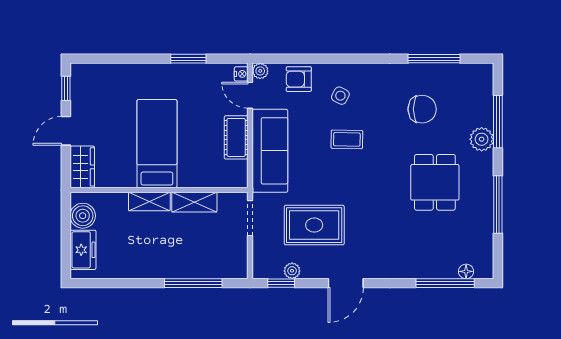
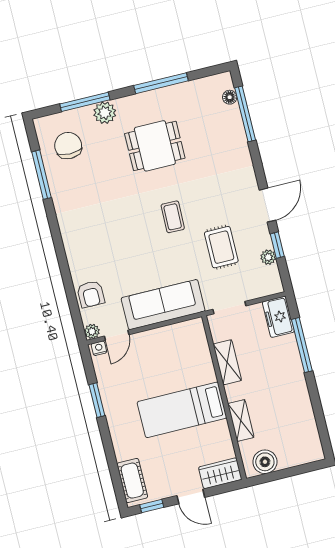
side table: (340, 96) -> (97, 252), removed
chair: (422, 109) -> (68, 146), moved
cot: (236, 137) -> (132, 481), moved, turned 90
coffee table: (347, 139) -> (173, 217), moved
shelving: (149, 201) -> (241, 421), moved
rug: (314, 225) -> (221, 247), width x0.73, depth x0.70
freezer: (83, 250) -> (278, 317), moved, turned -90
window: (281, 283) -> (277, 245), moved
door: (346, 283) -> (267, 205), hinge flipped

